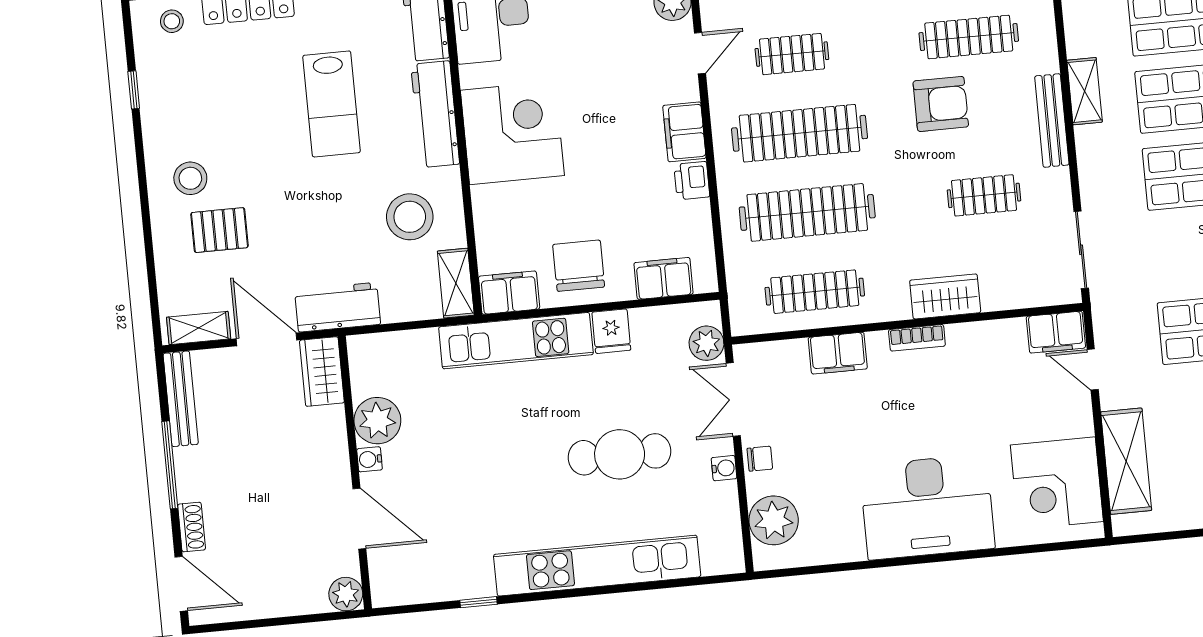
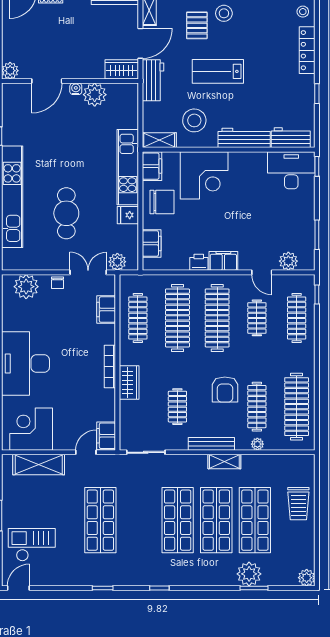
plant: (1043, 29) -> (257, 444), added
lab bench: (332, 104) -> (218, 71), moved
corner desk: (512, 133) -> (204, 175), moved
bookcase: (917, 338) -> (110, 367), width x1.56
filing cabinet: (838, 353) -> (106, 310), moved
water cooler: (724, 468) -> (54, 264), removed

